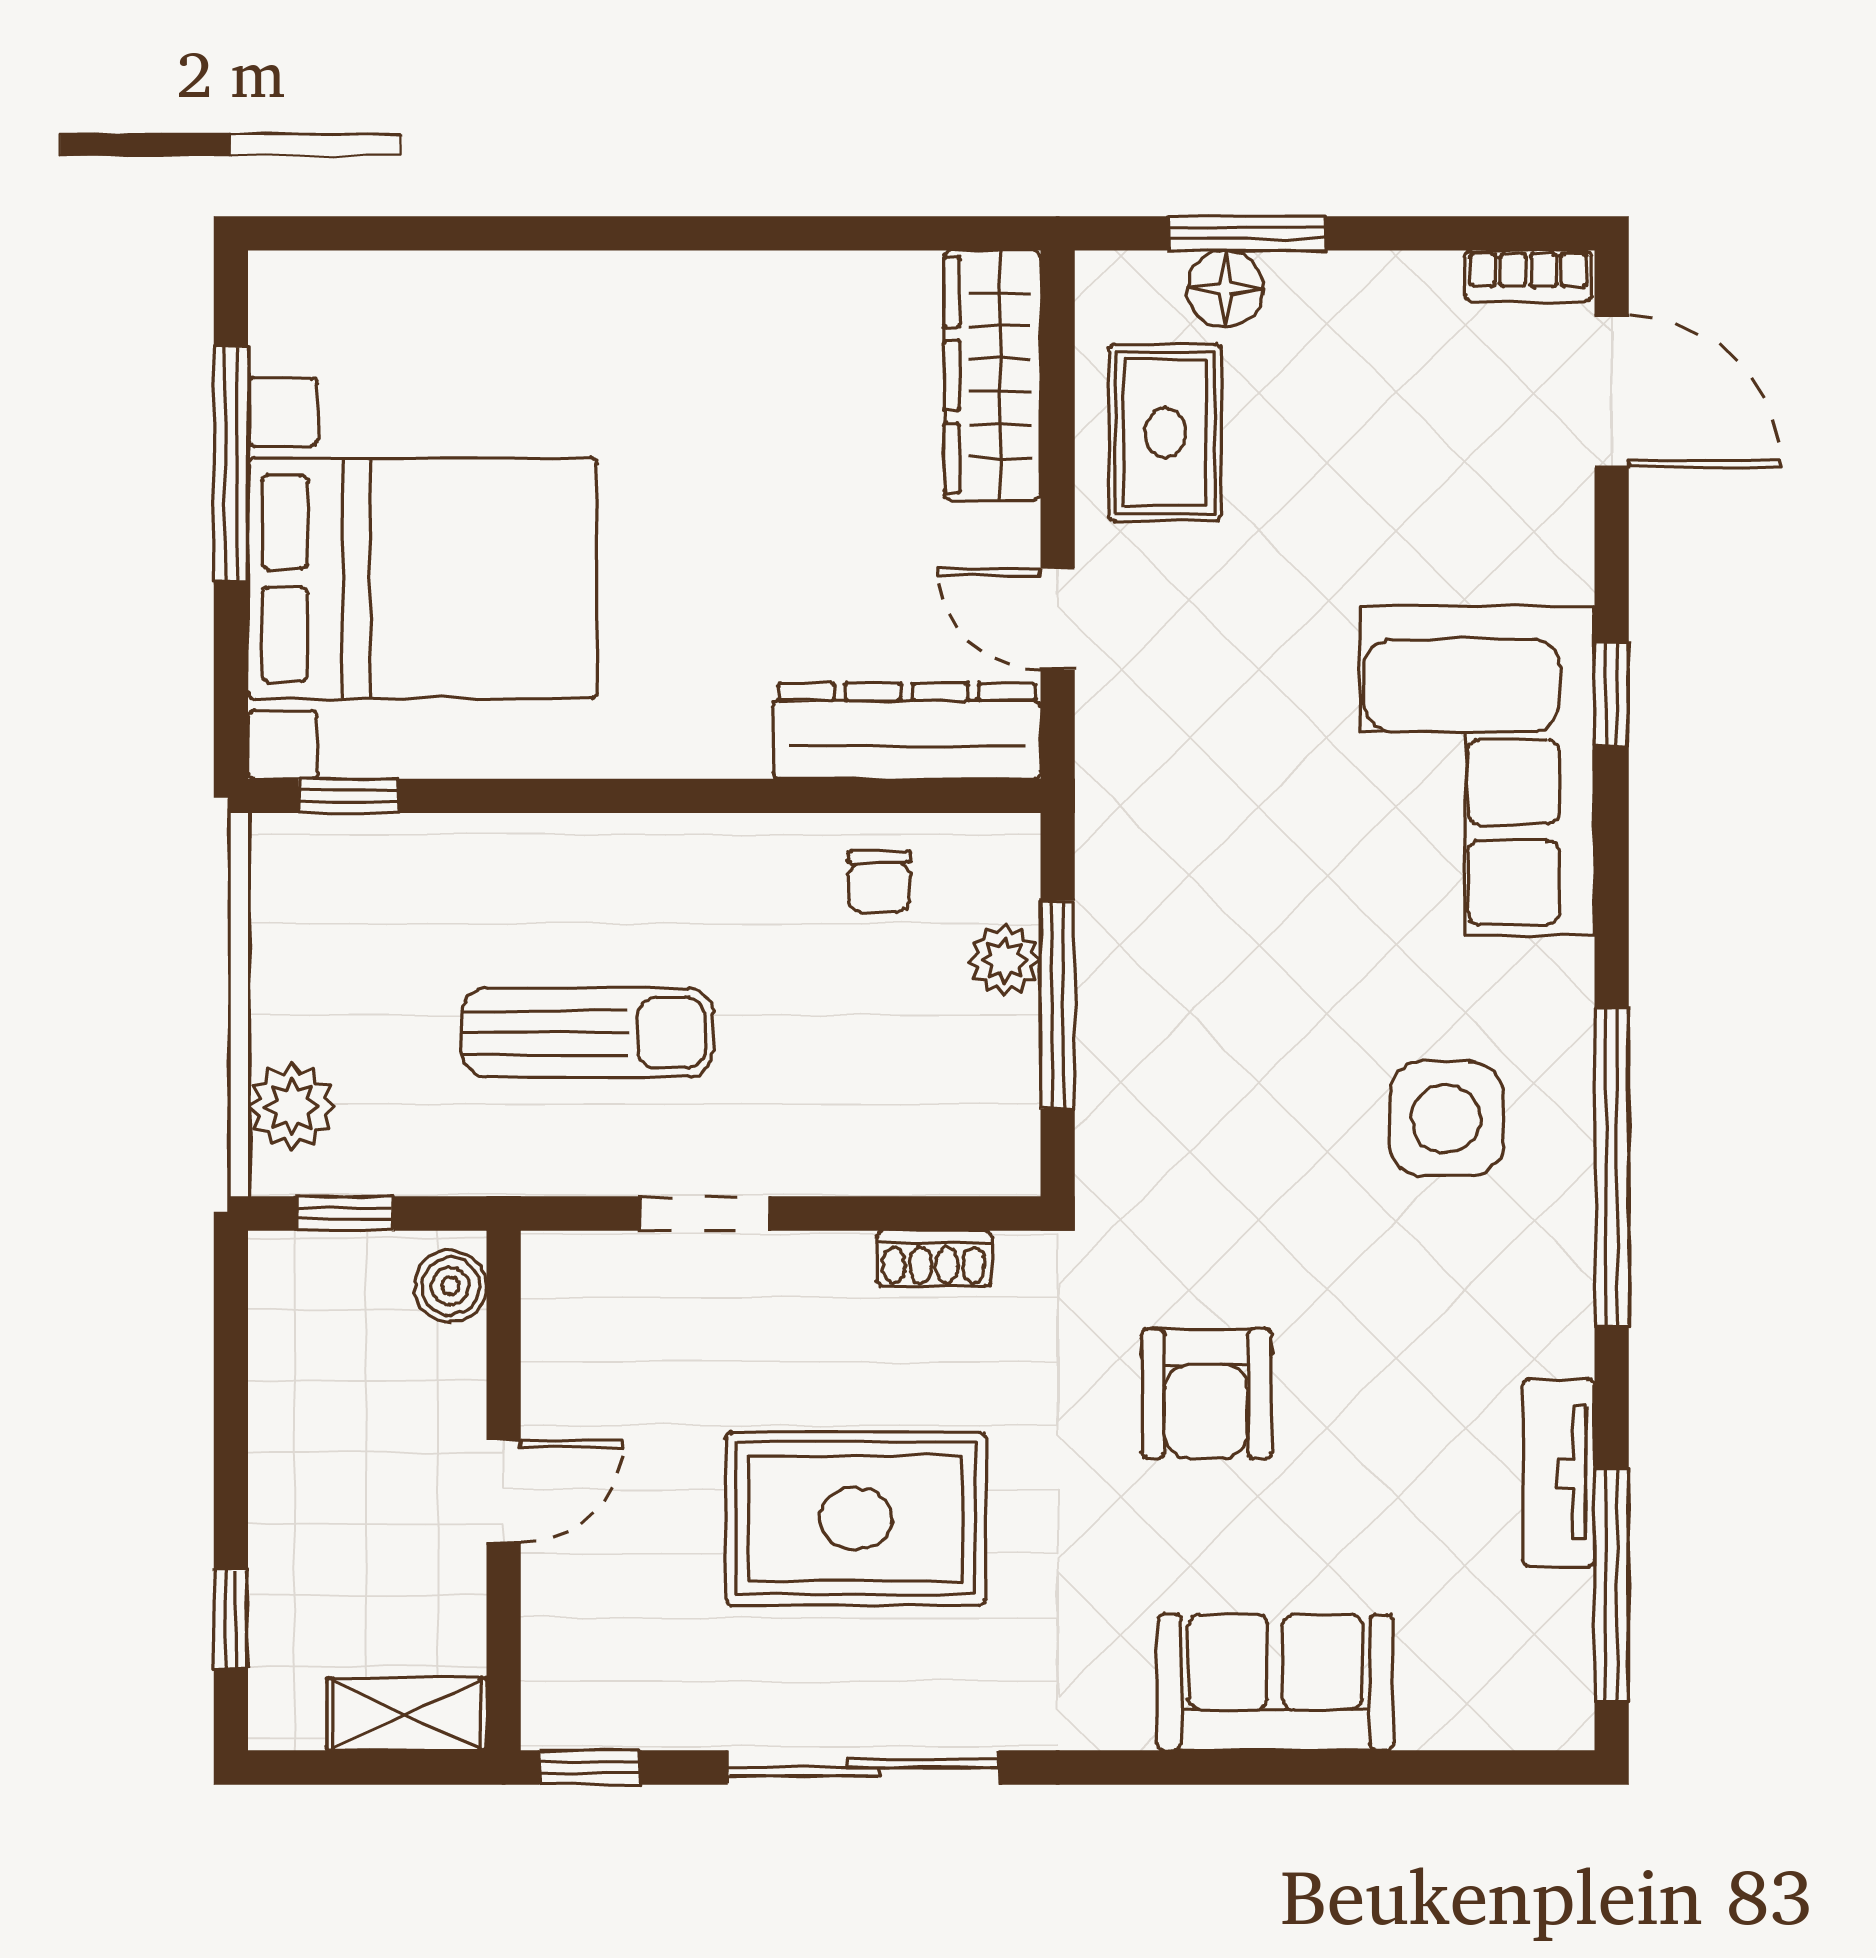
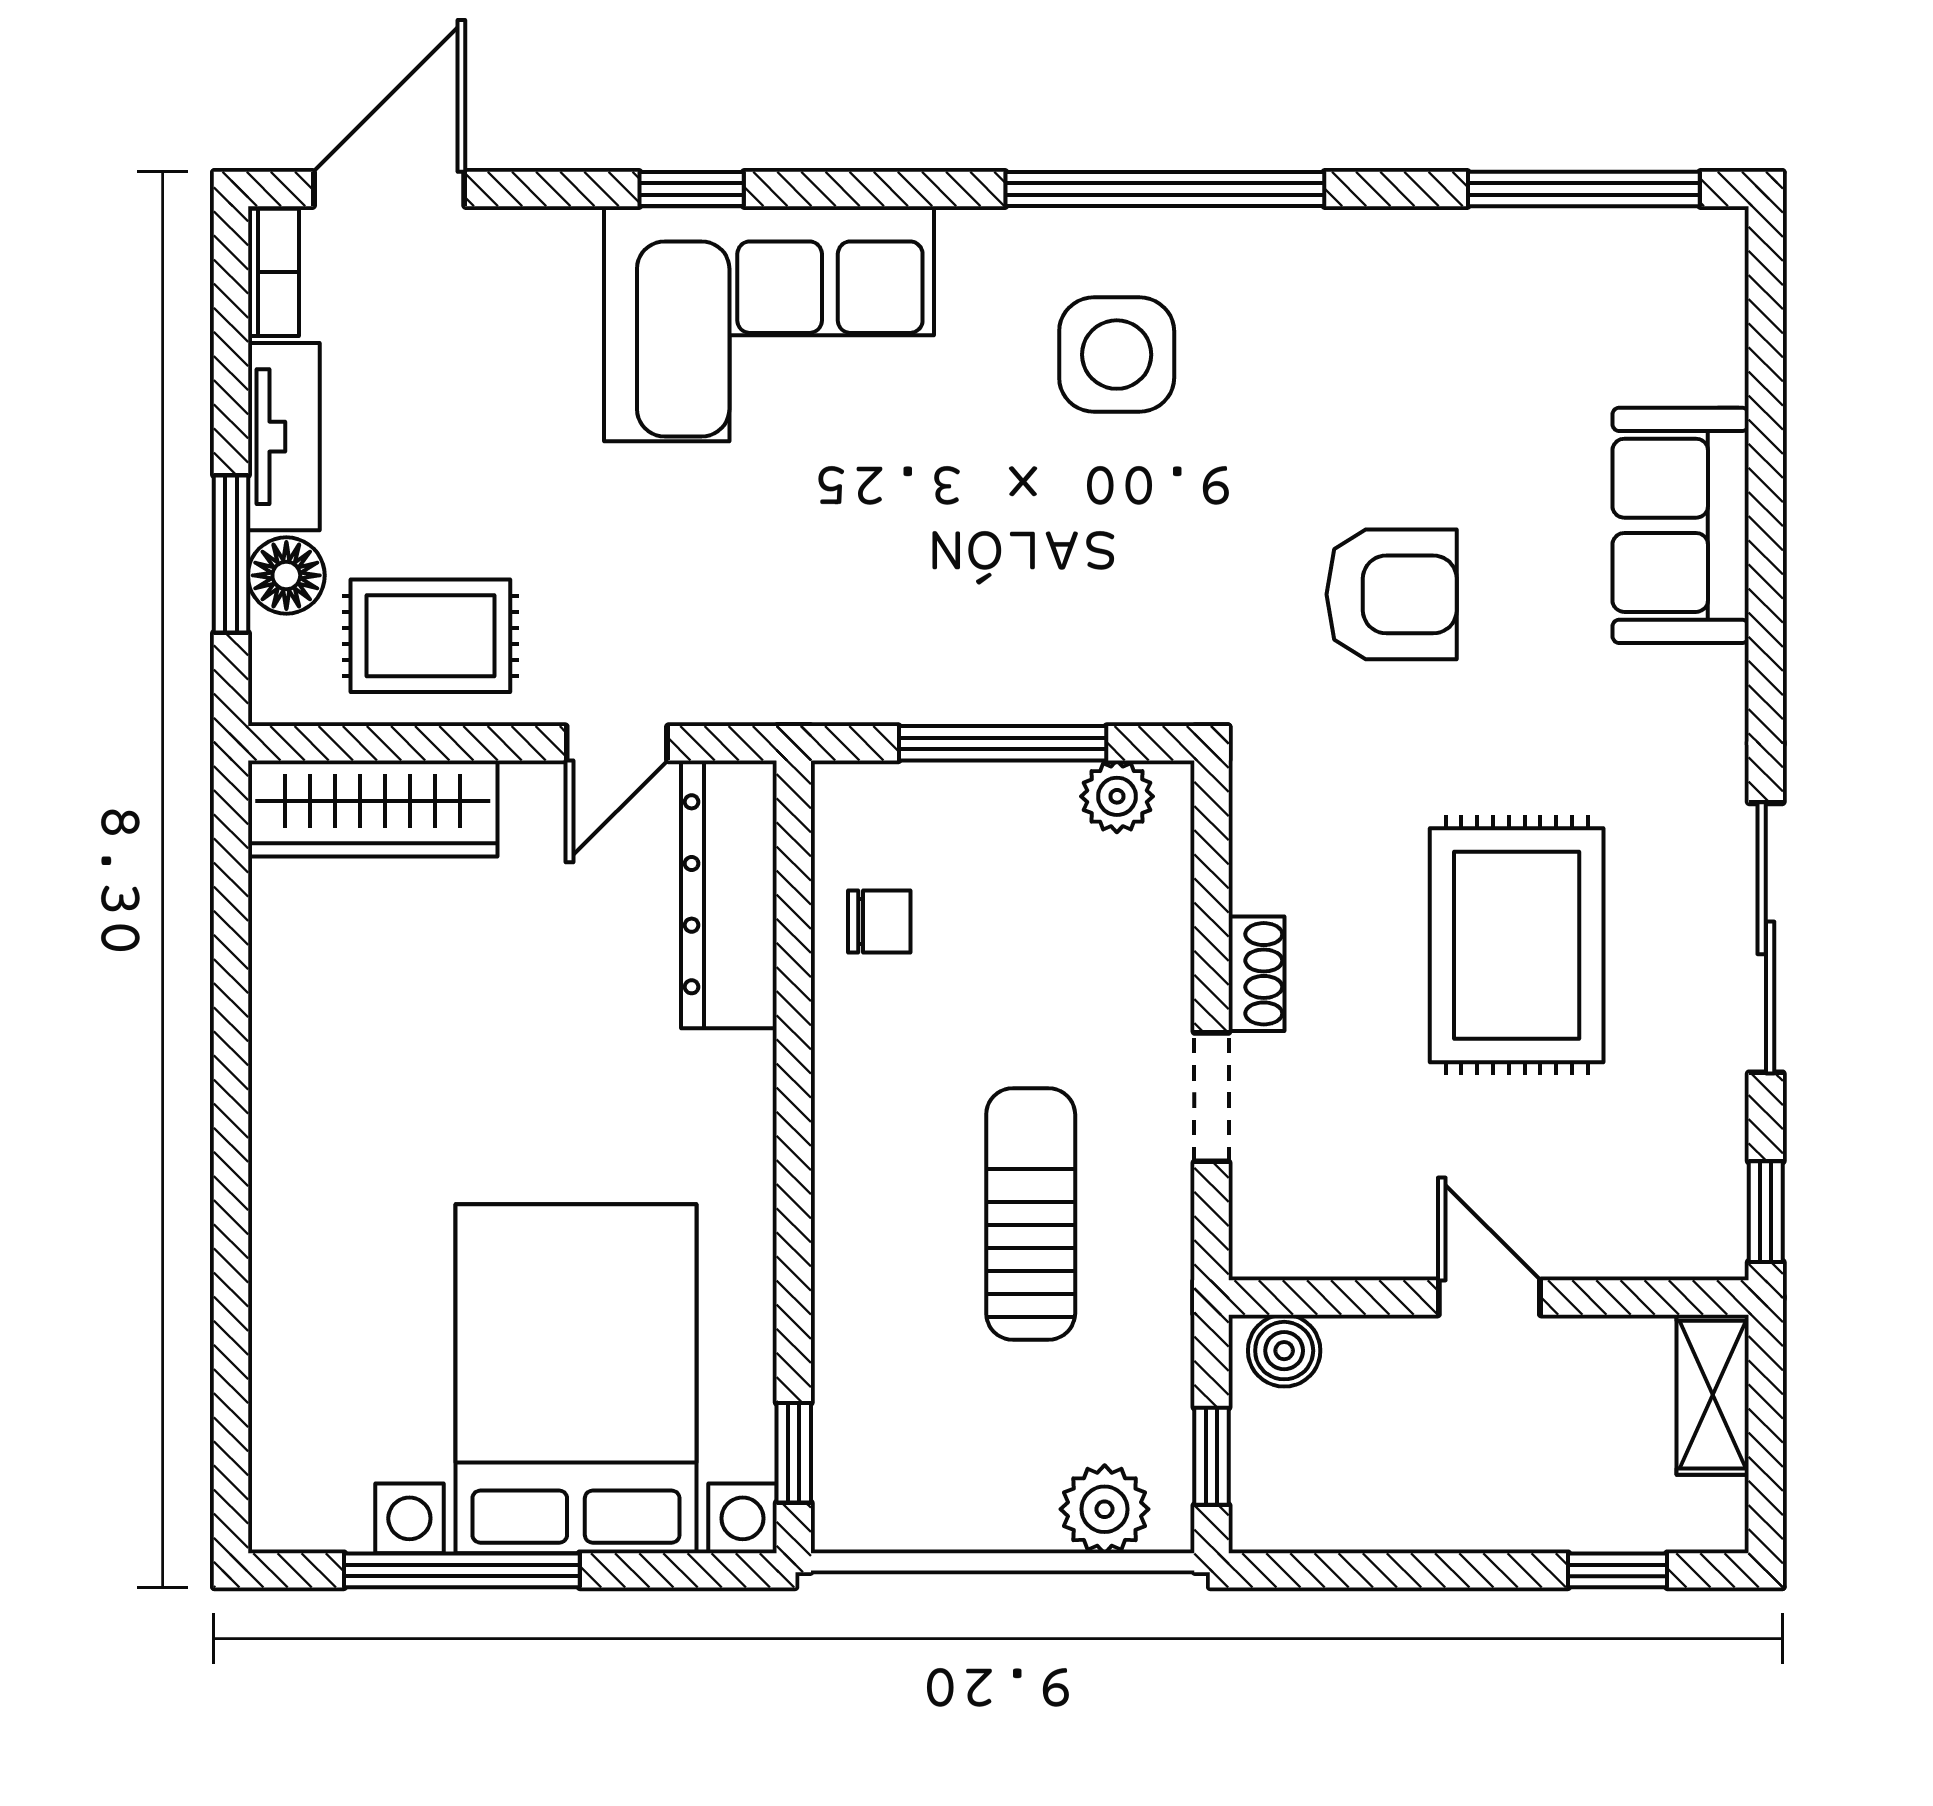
plant: (1005, 960) -> (1117, 796), moved
shoe rack: (934, 1258) -> (1257, 974), moved
tv unit: (1559, 1473) -> (284, 437), moved, turned -90

